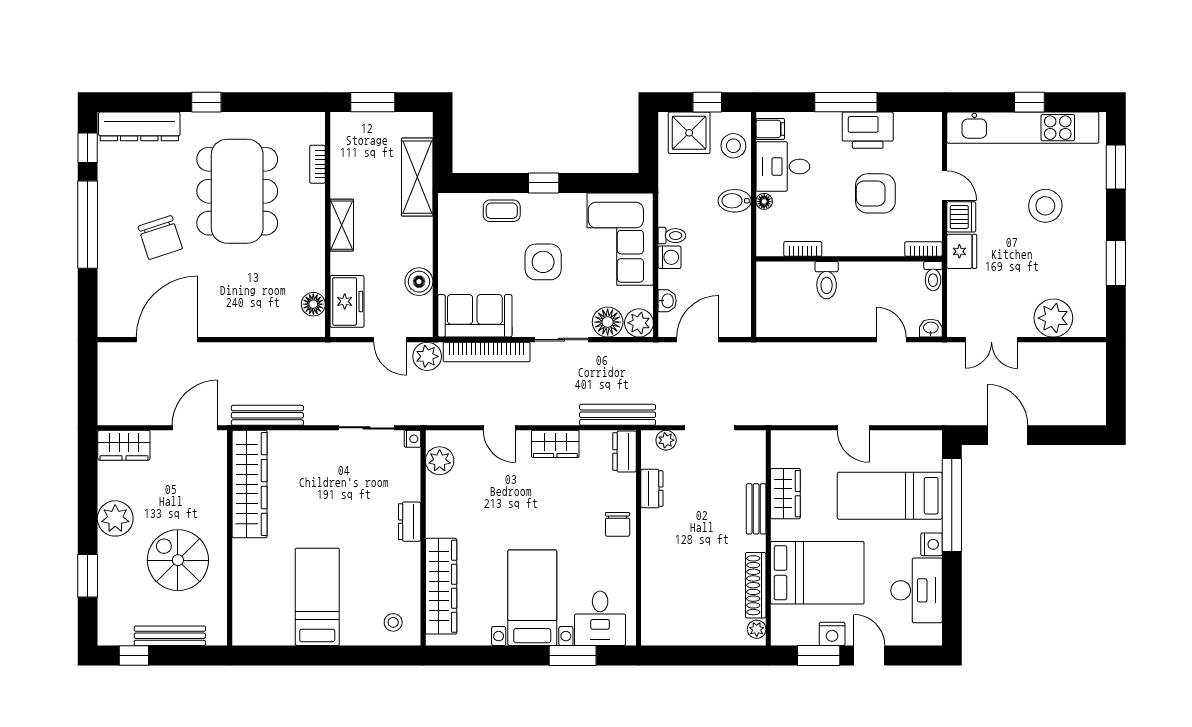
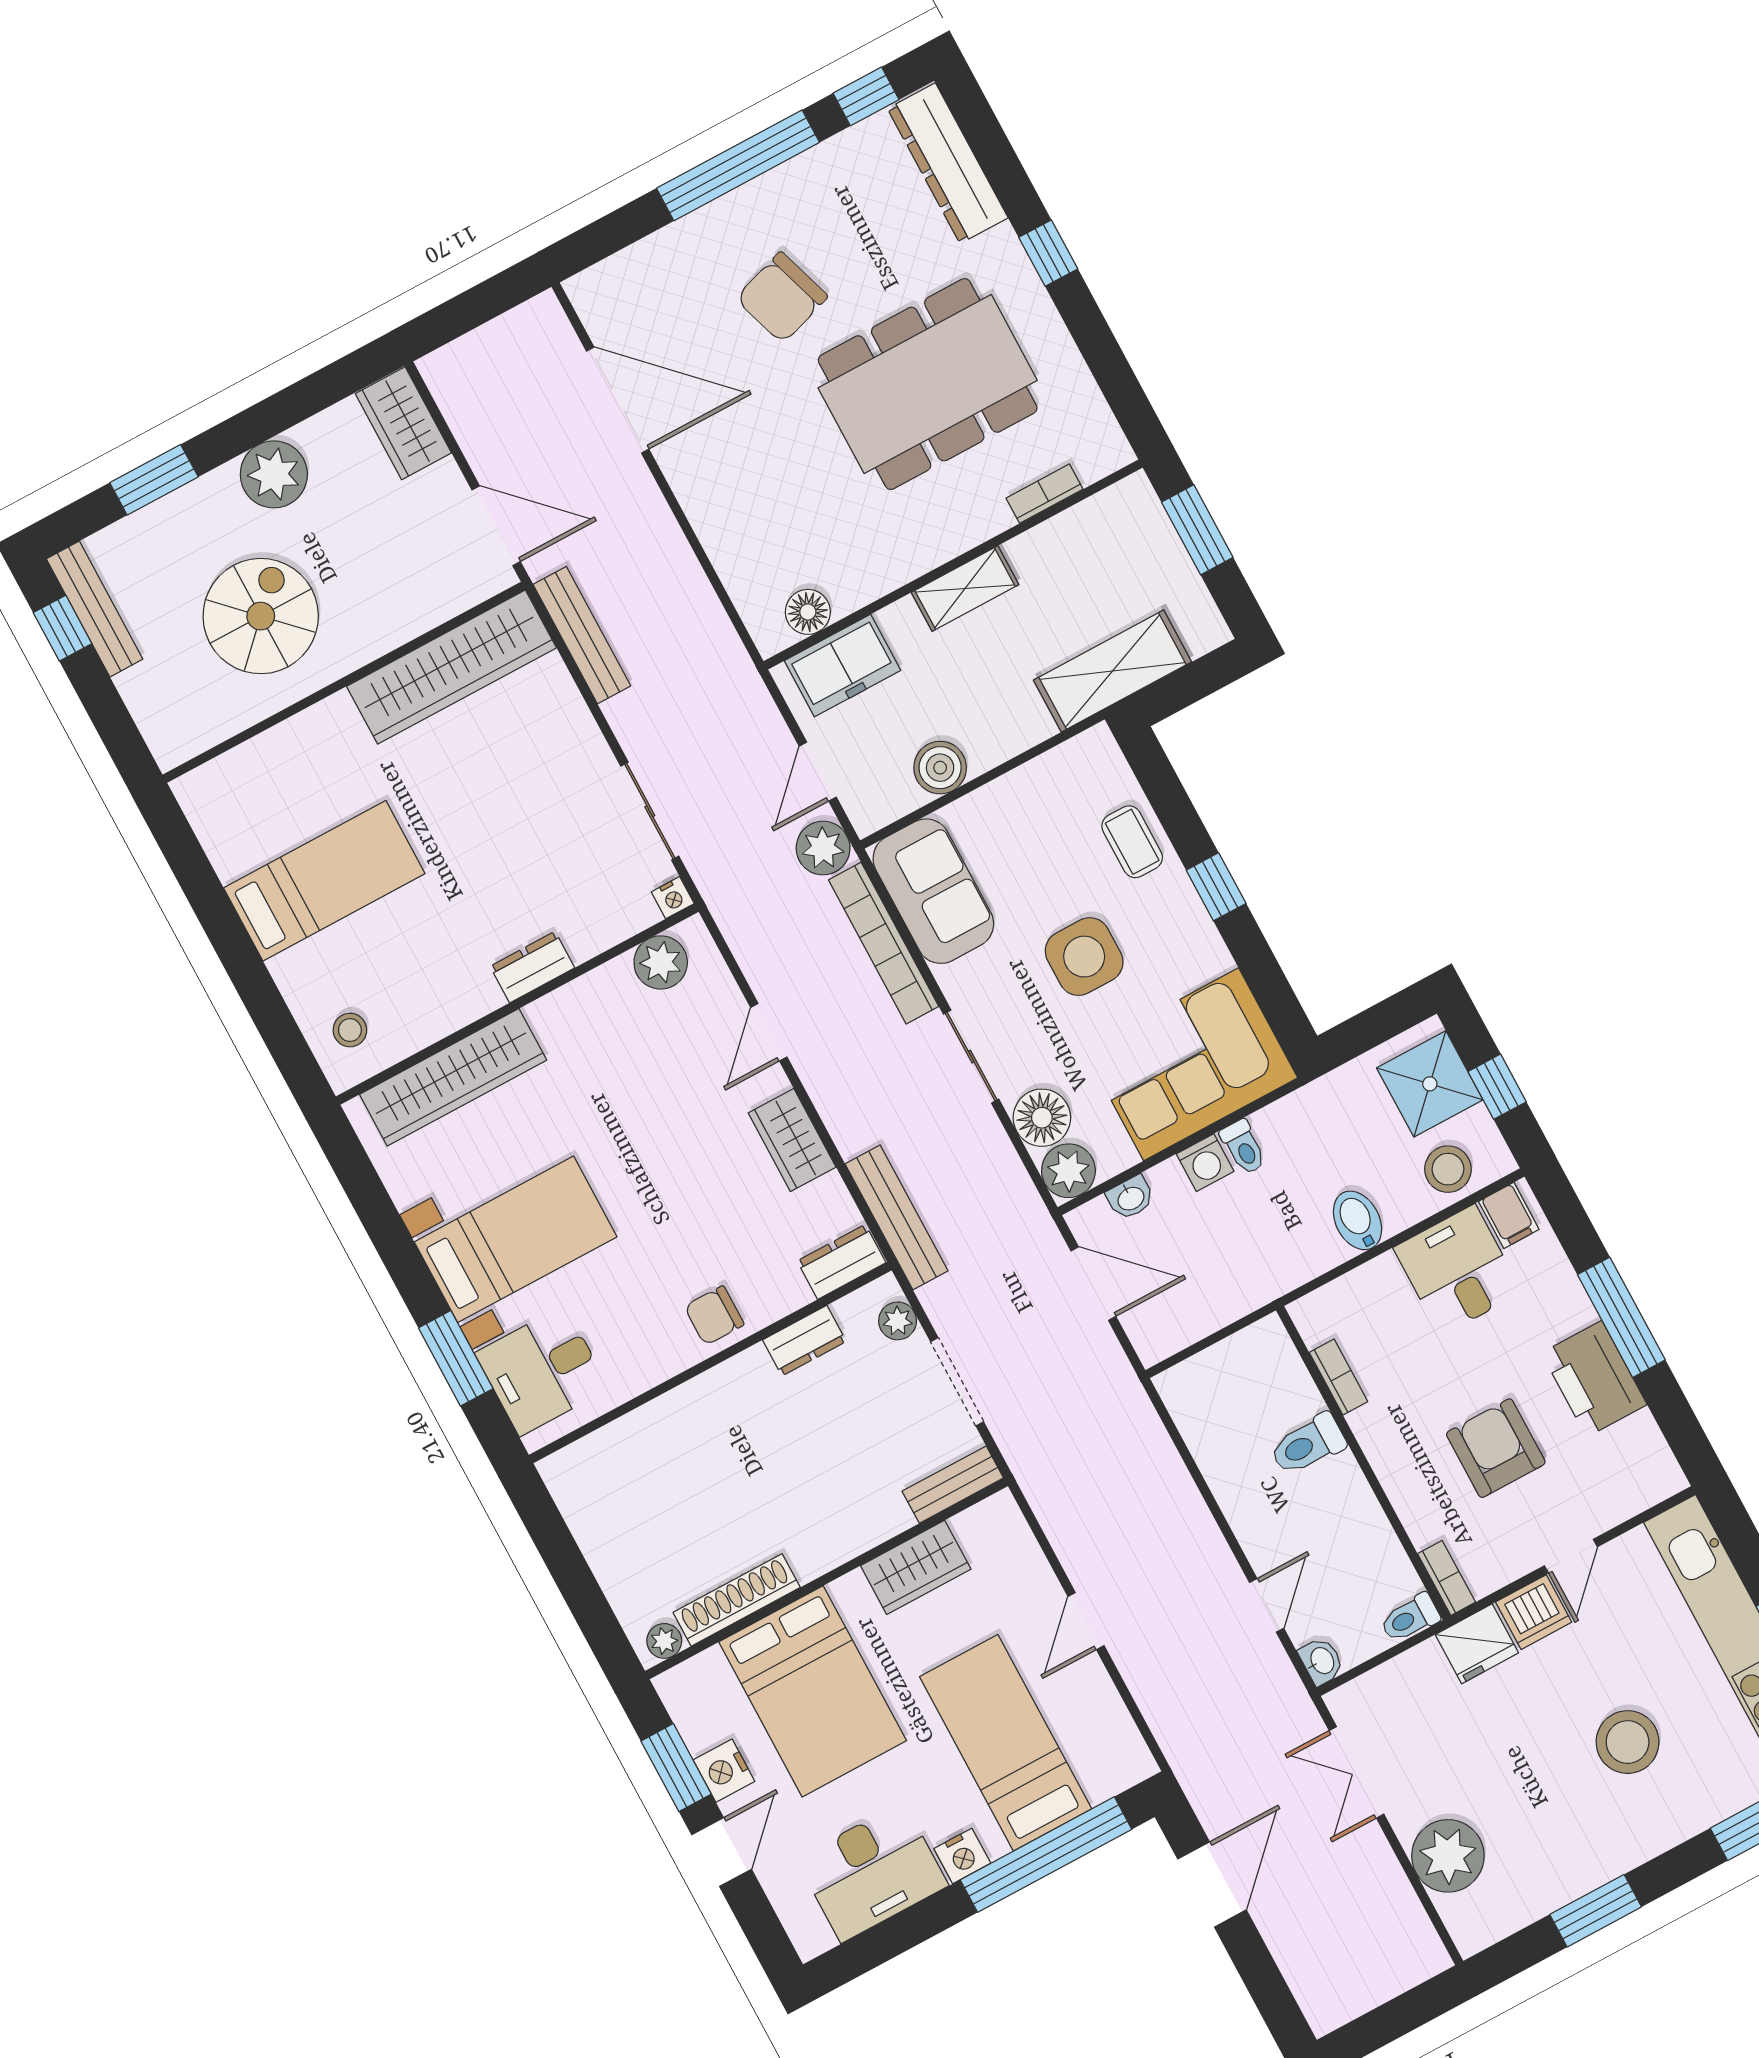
floor lamp: (764, 201) -> (1383, 1270), removed
bench: (756, 509) -> (953, 1485), moved
bench: (170, 636) -> (95, 609), moved

